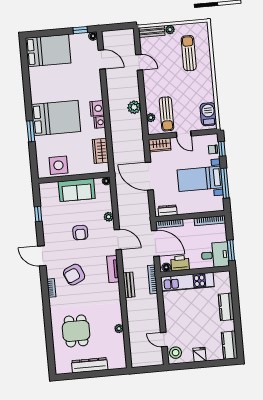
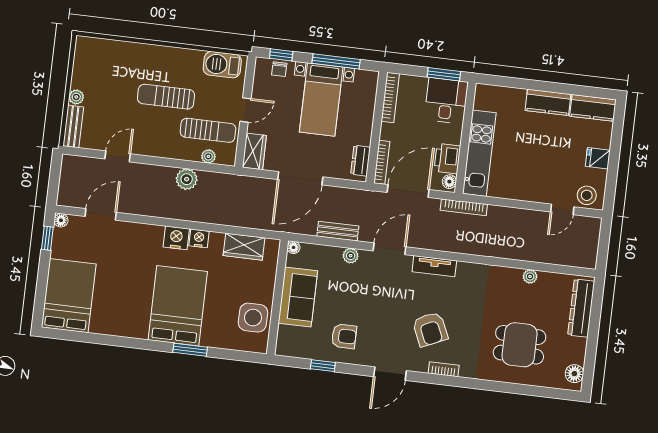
sun lounger: (189, 53) -> (166, 97), moved
armchair: (80, 233) -> (344, 336), moved
bench: (129, 285) -> (338, 231), moved
kitchen counter: (226, 307) -> (548, 102), moved
dresser: (90, 365) -> (581, 308), moved
floor lamp: (66, 368) -> (574, 374), added

